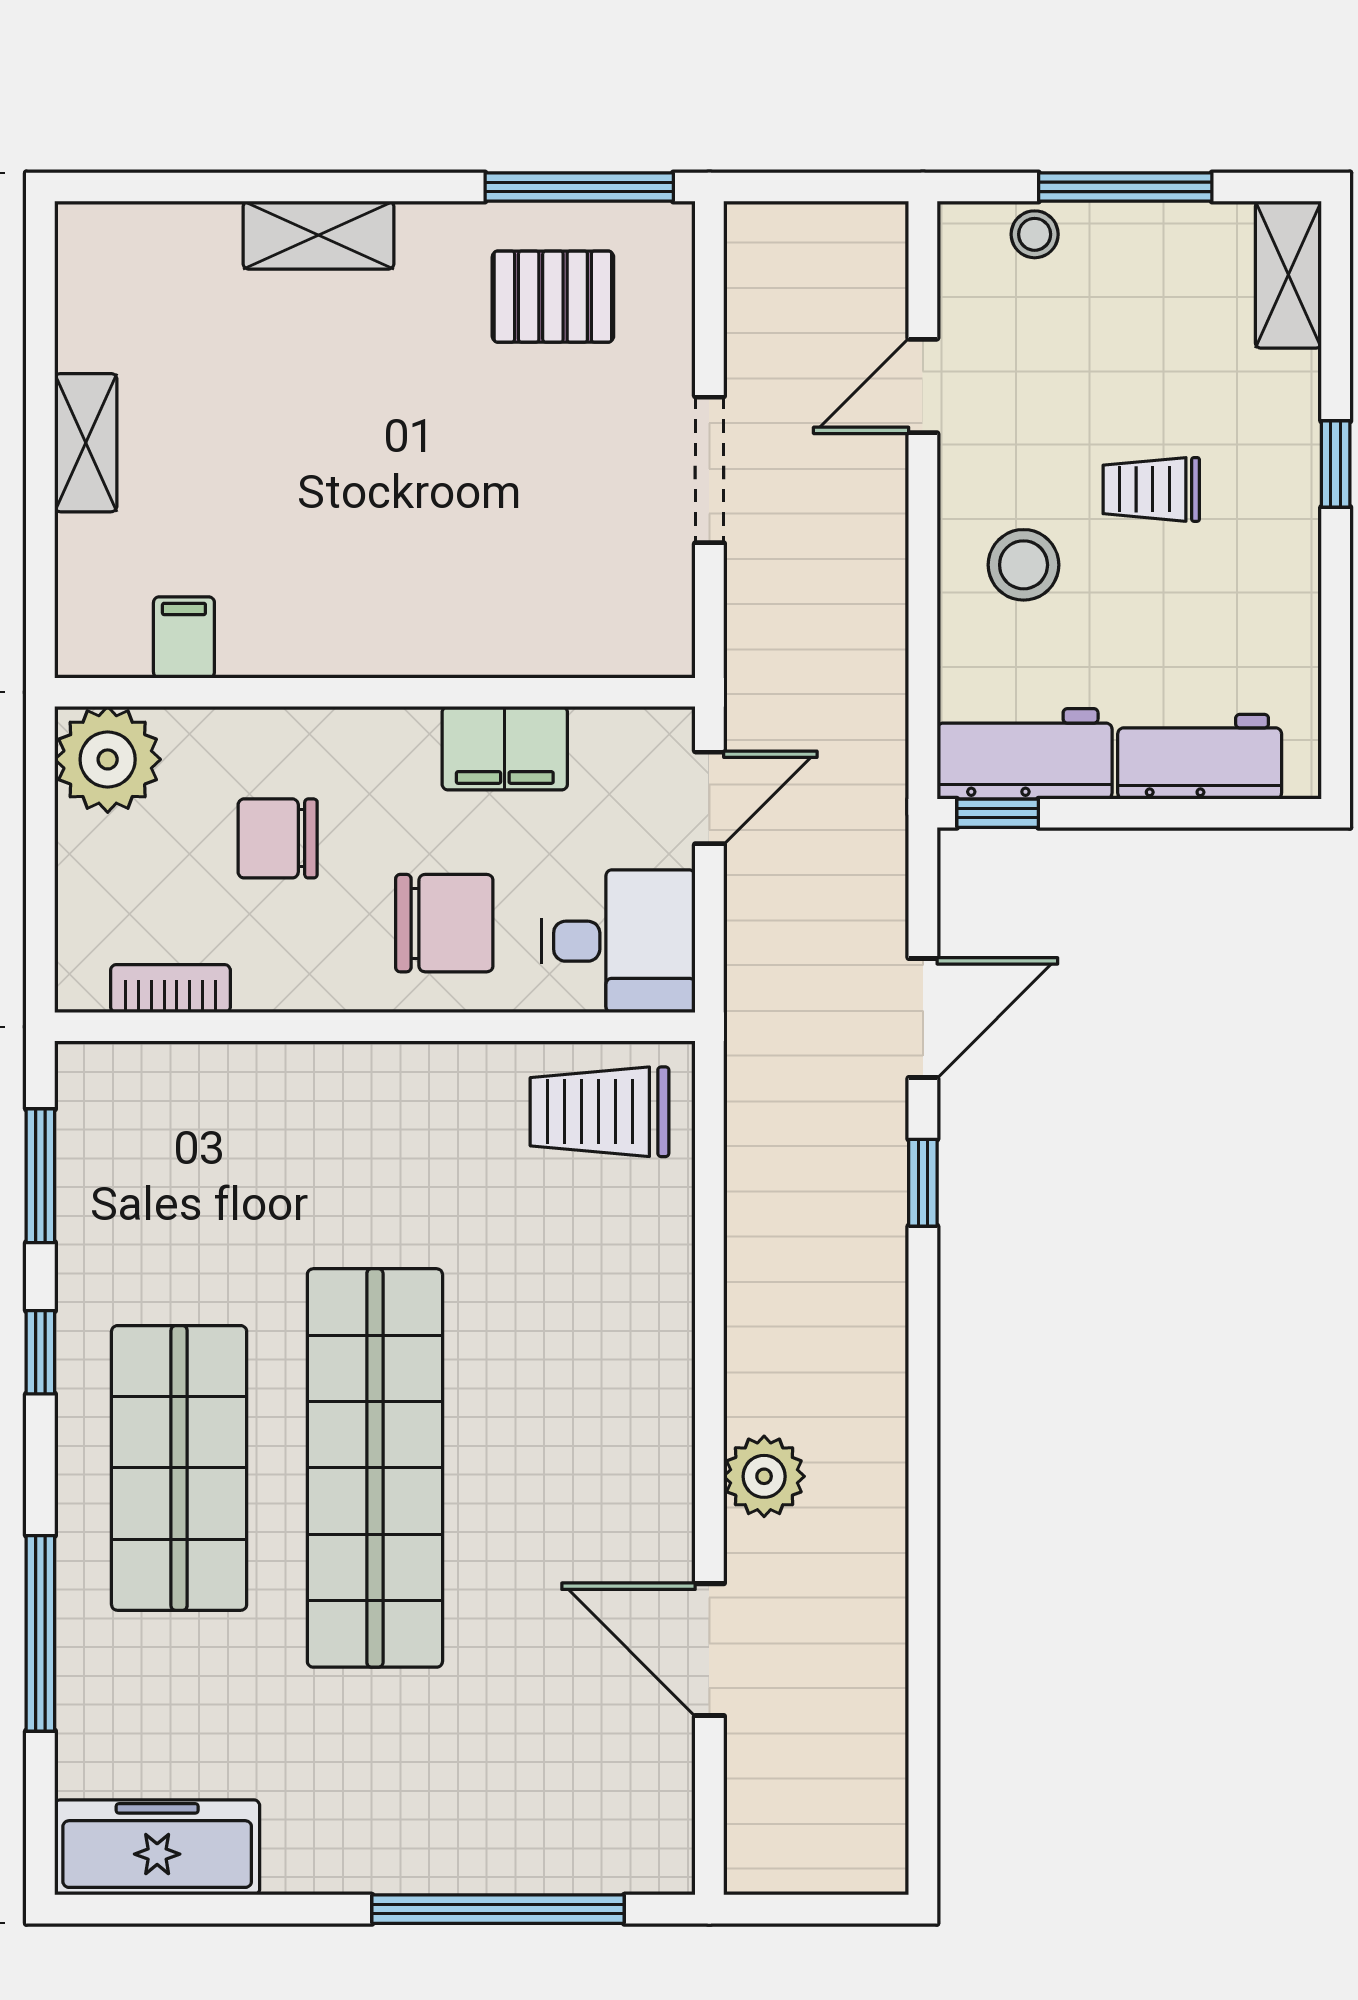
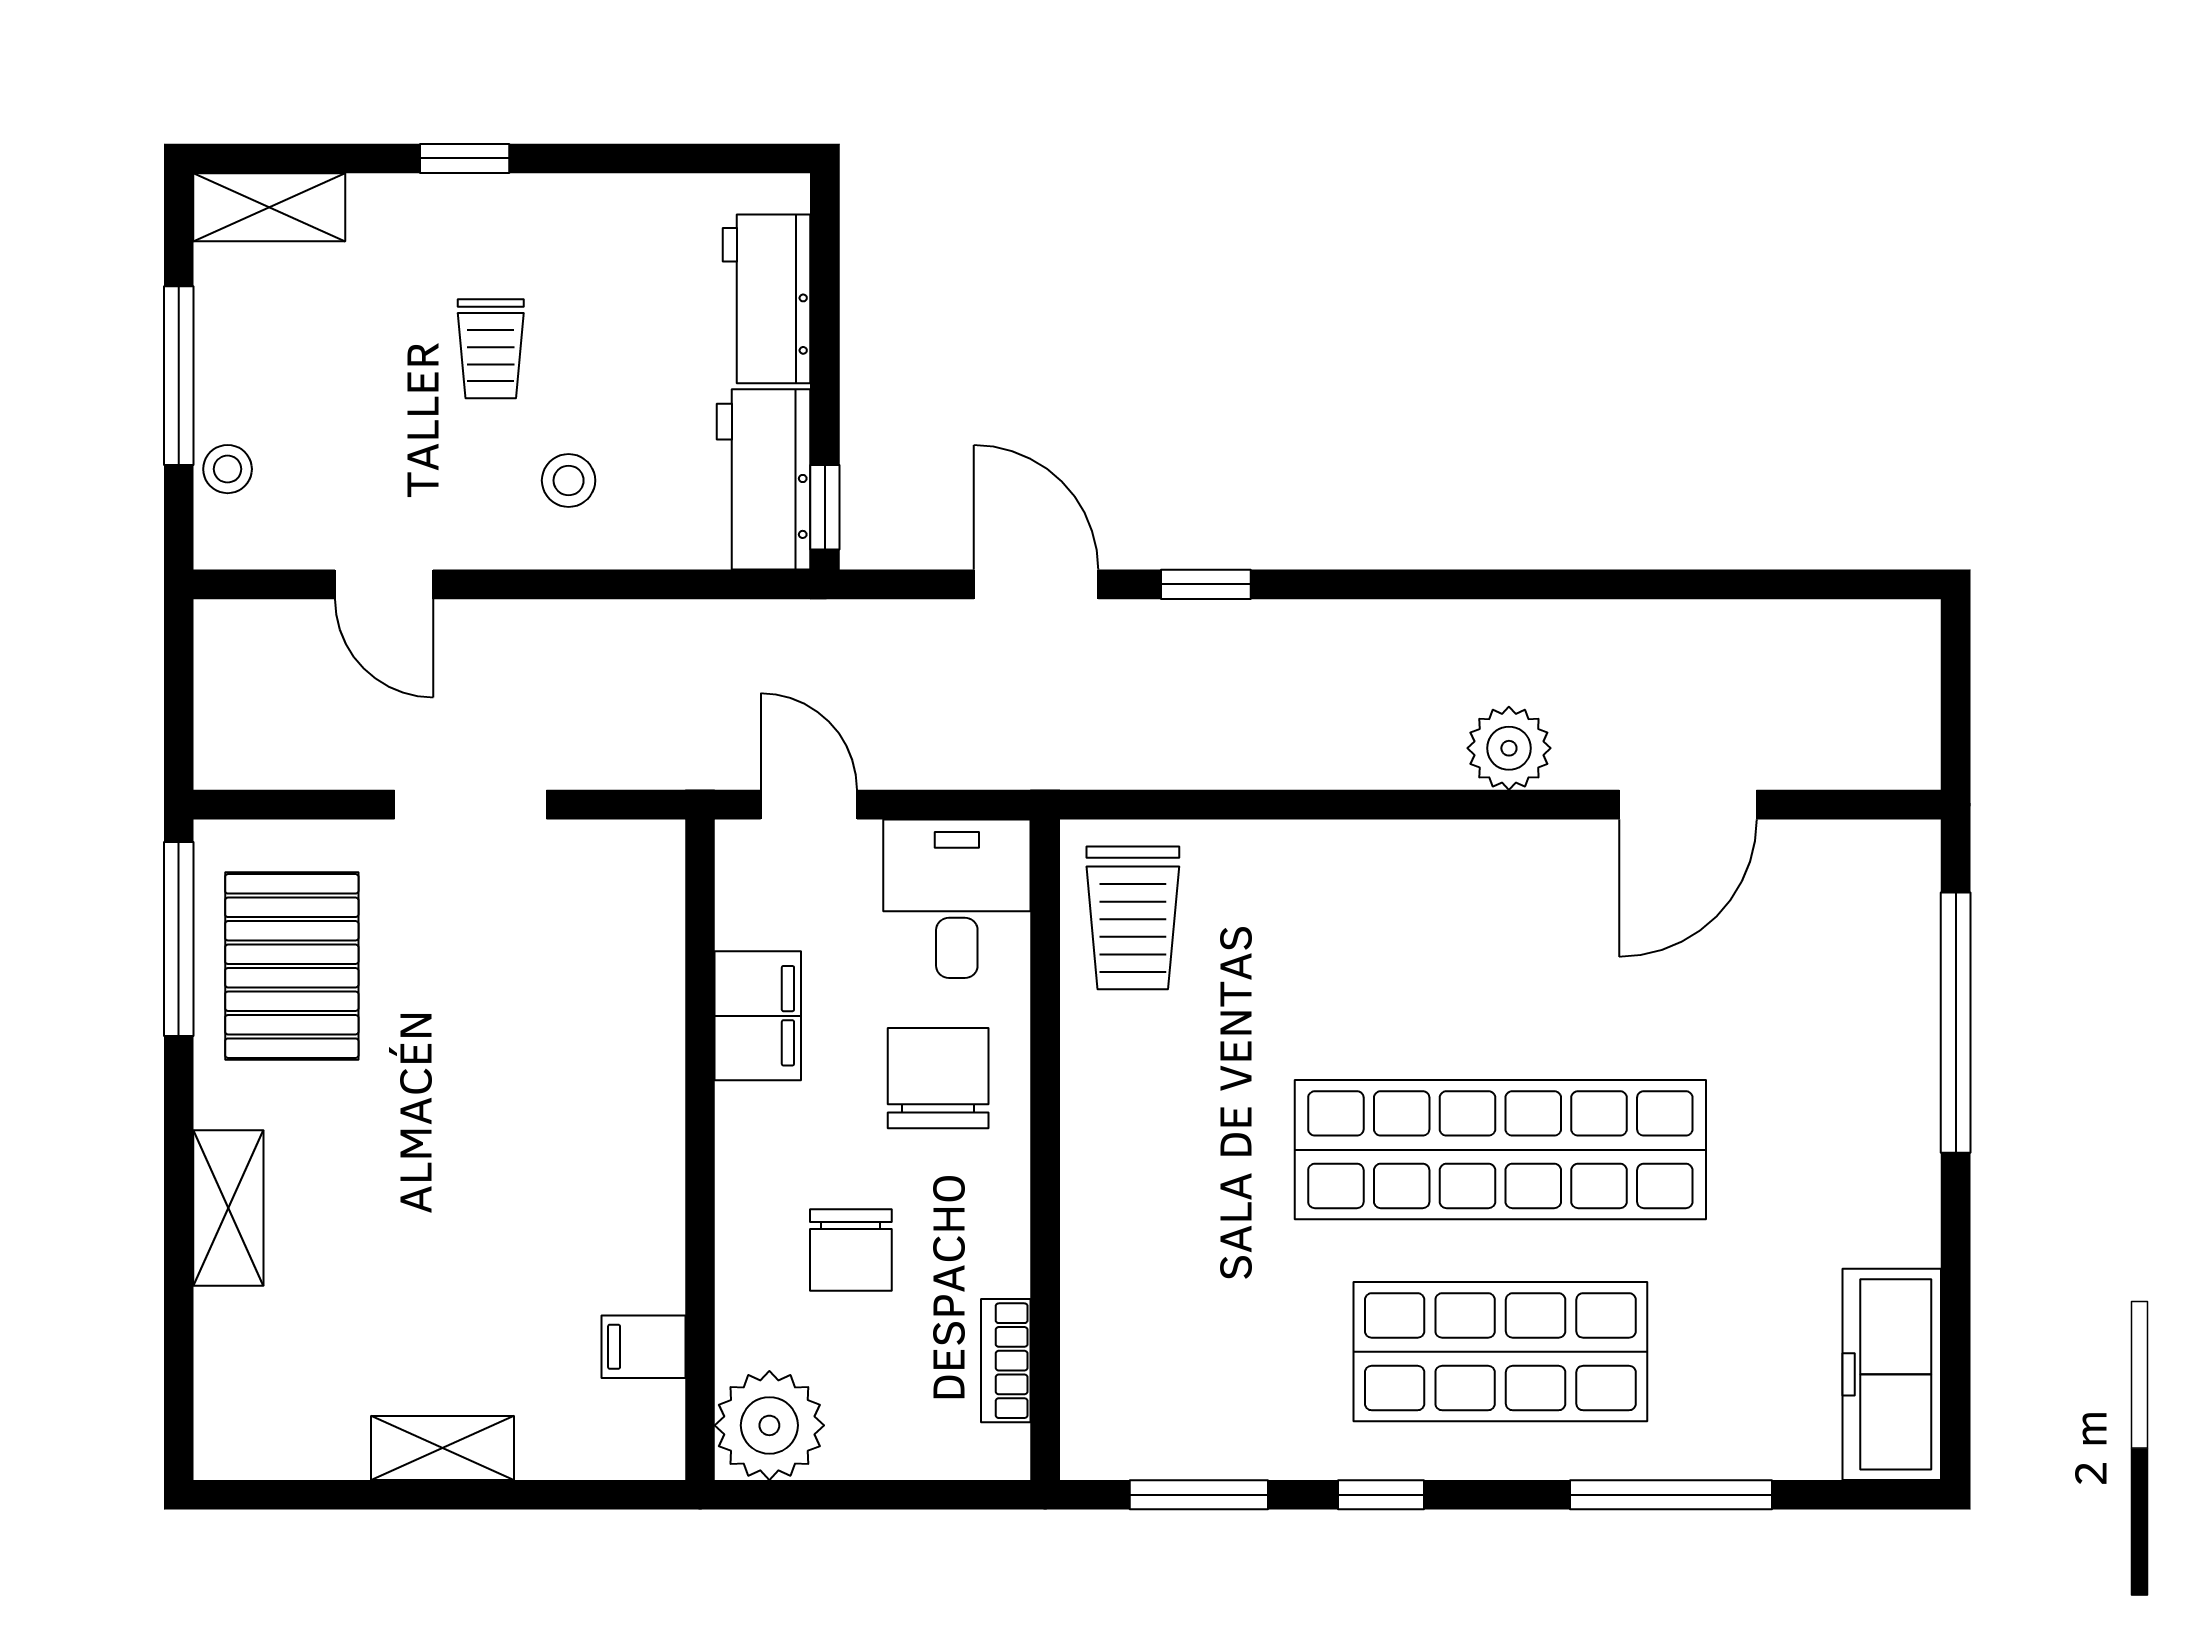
pallet: (553, 297) -> (292, 966), width x1.50, depth x1.42
stool: (1024, 565) -> (569, 480), width x0.73, depth x0.73

